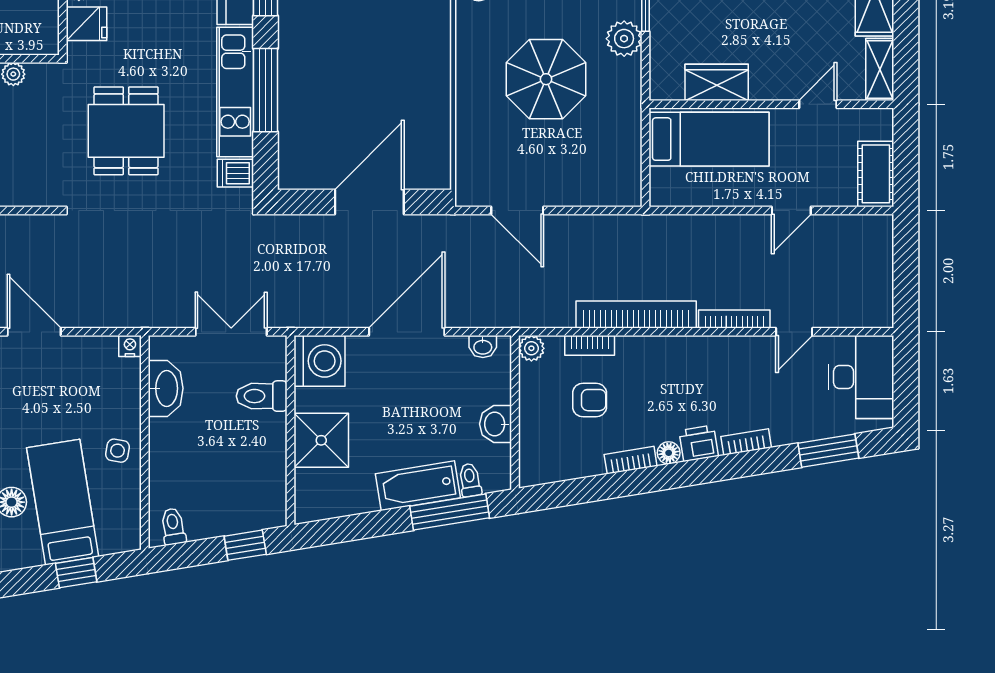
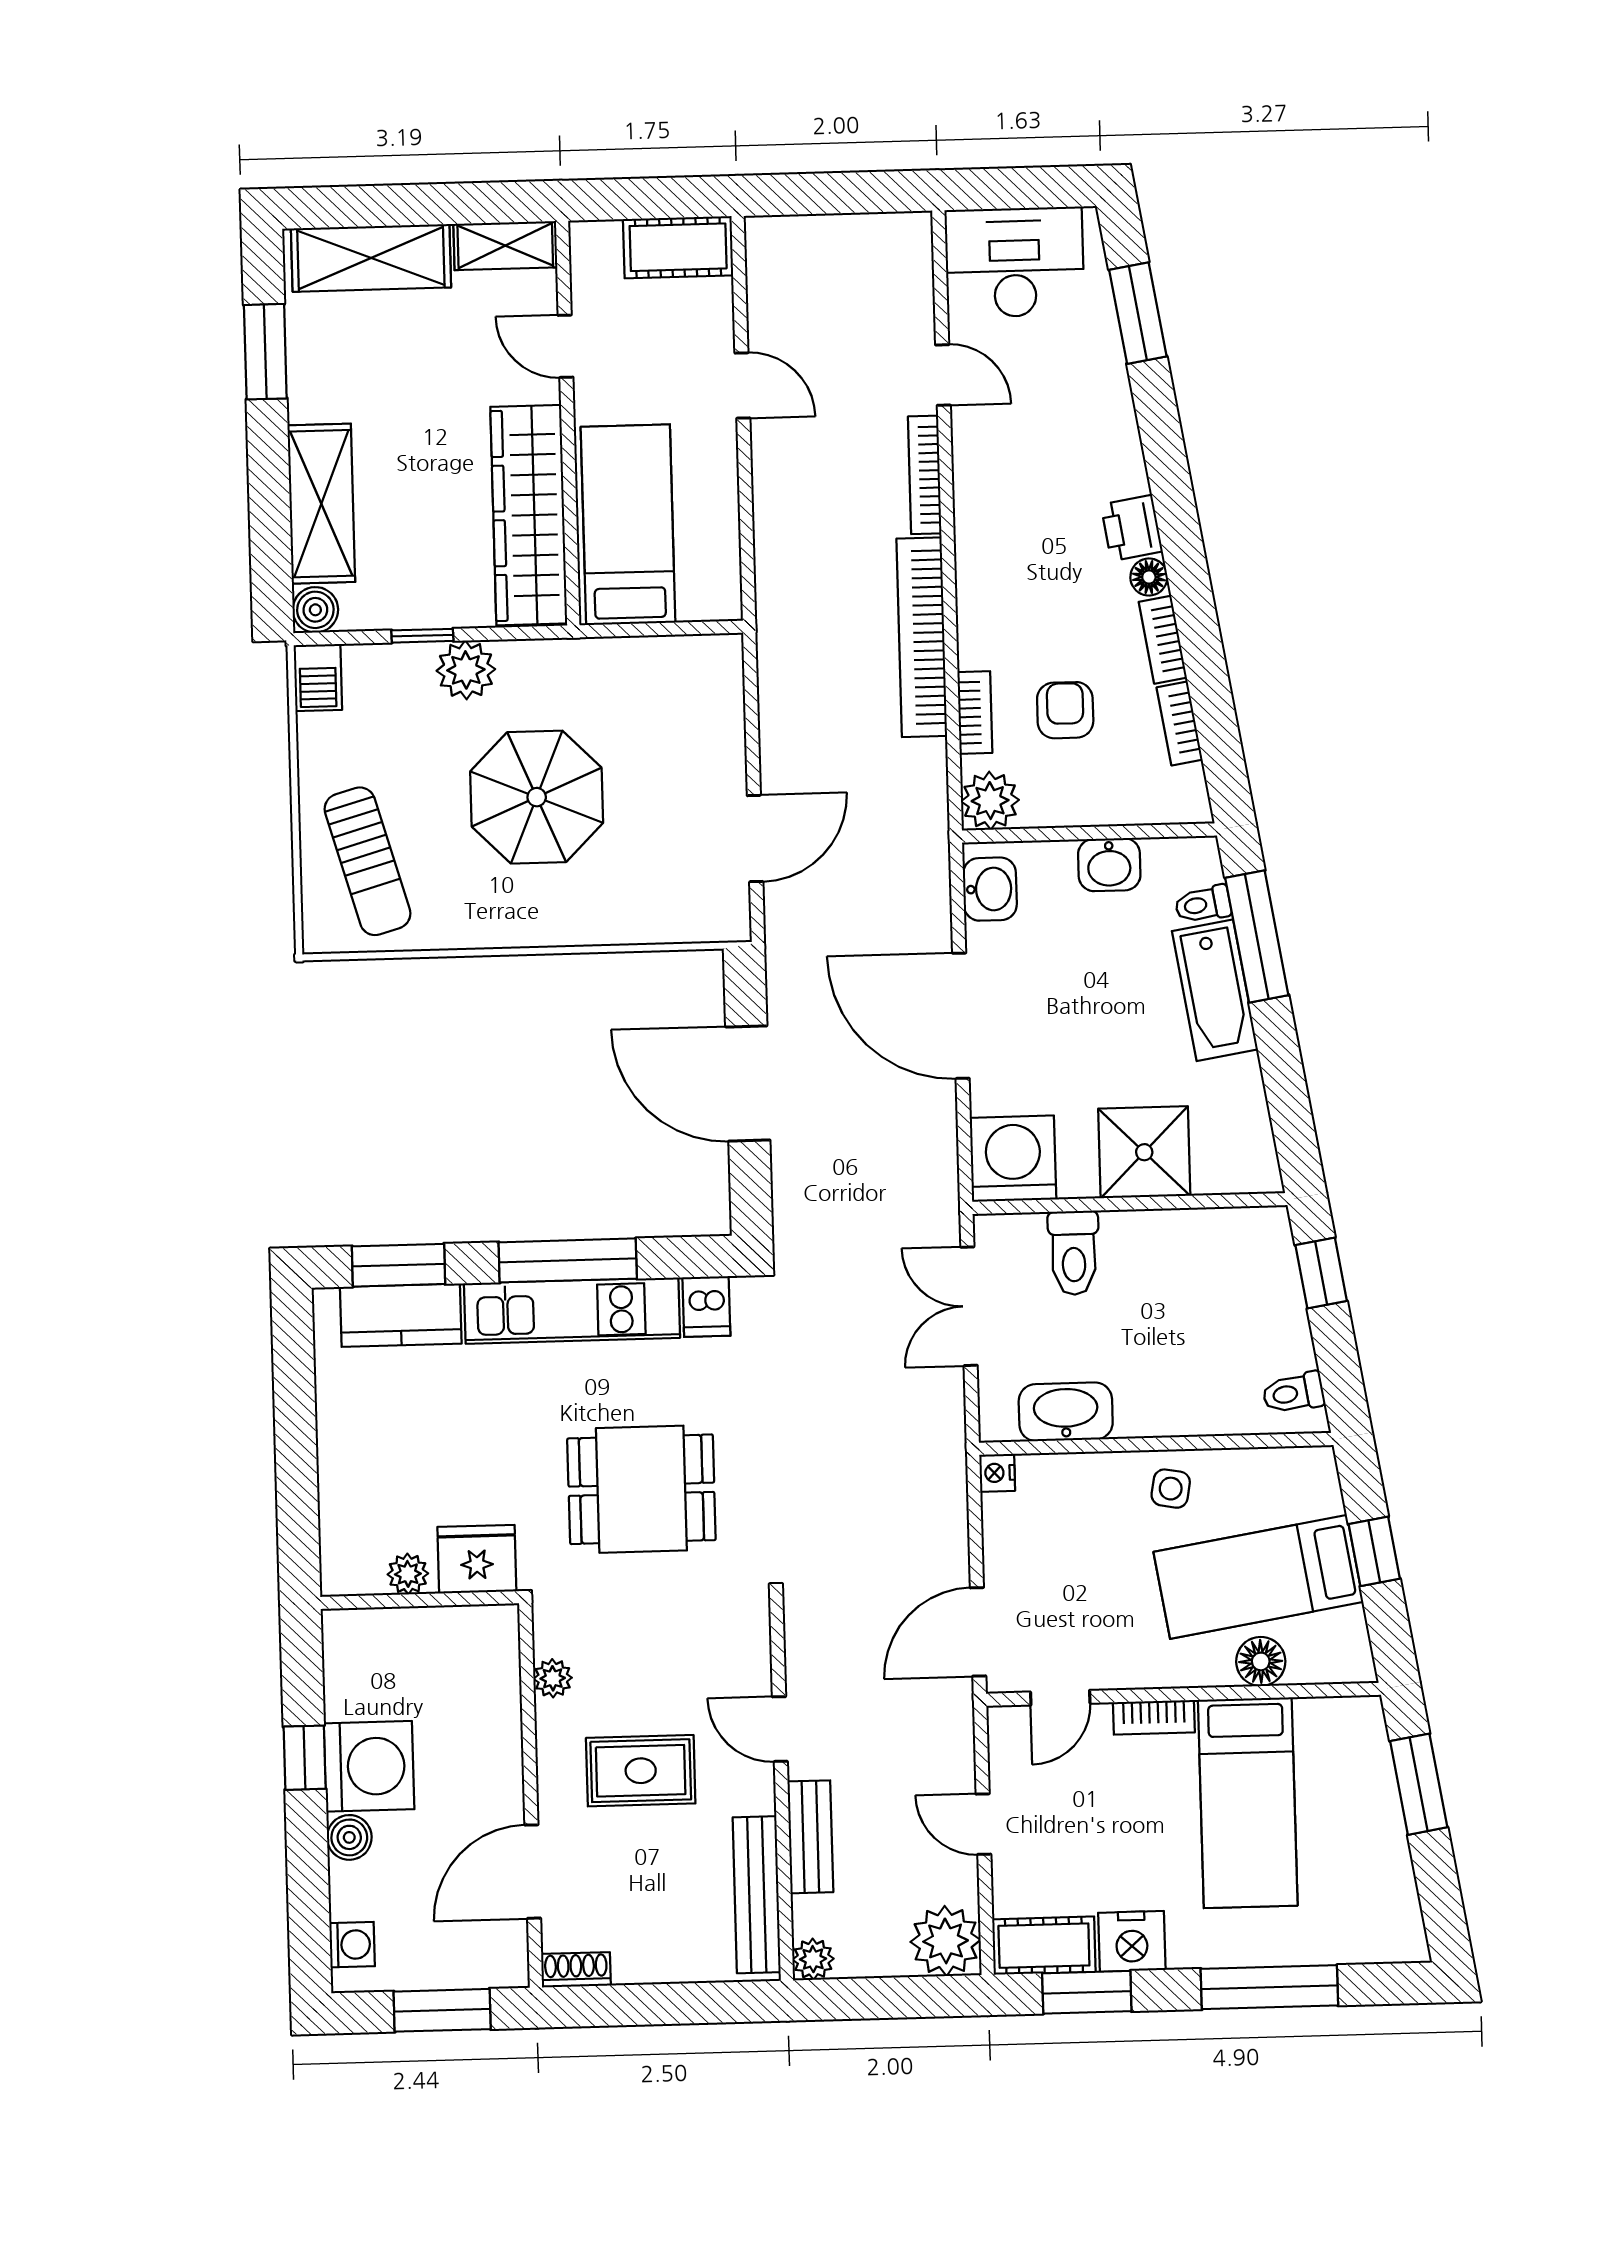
fridge: (87, 24) -> (477, 1559), width x1.38
wardrobe: (717, 82) -> (529, 515), width x2.10, depth x1.17
washbasin: (483, 347) -> (990, 889), width x1.38, depth x1.45
plant: (531, 348) -> (990, 801), width x1.38, depth x1.38
bookcase: (746, 442) -> (1180, 723), moved

